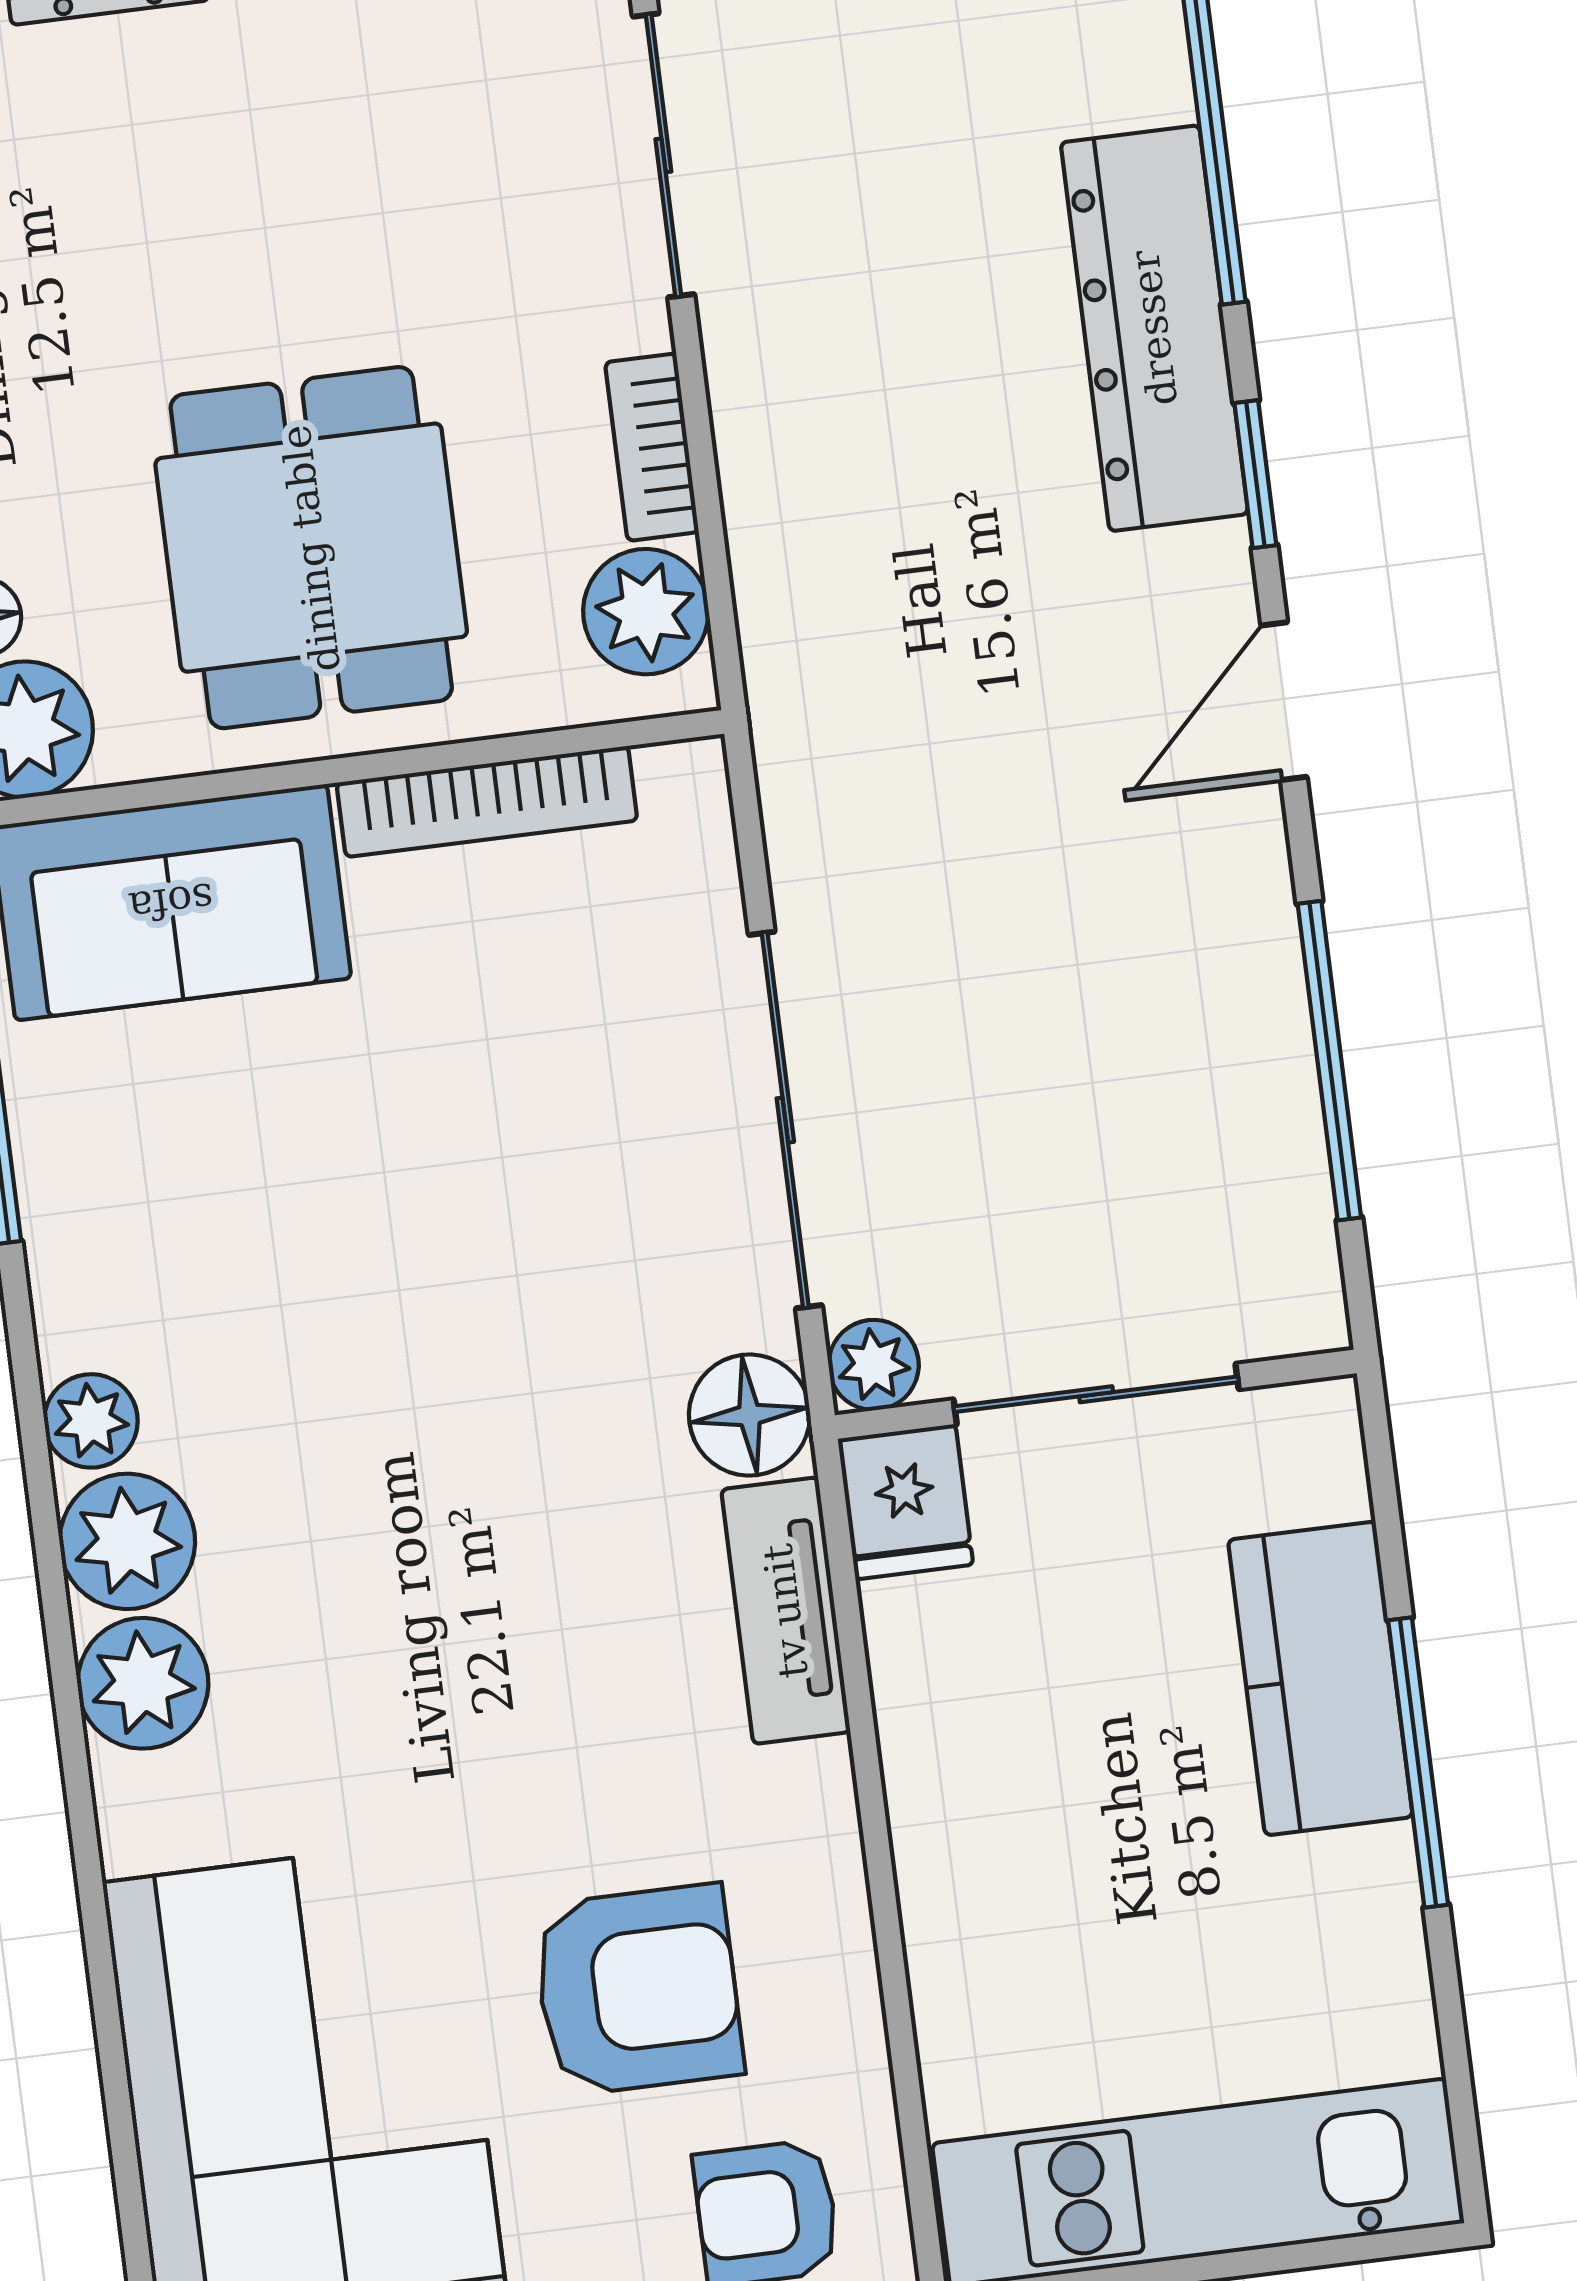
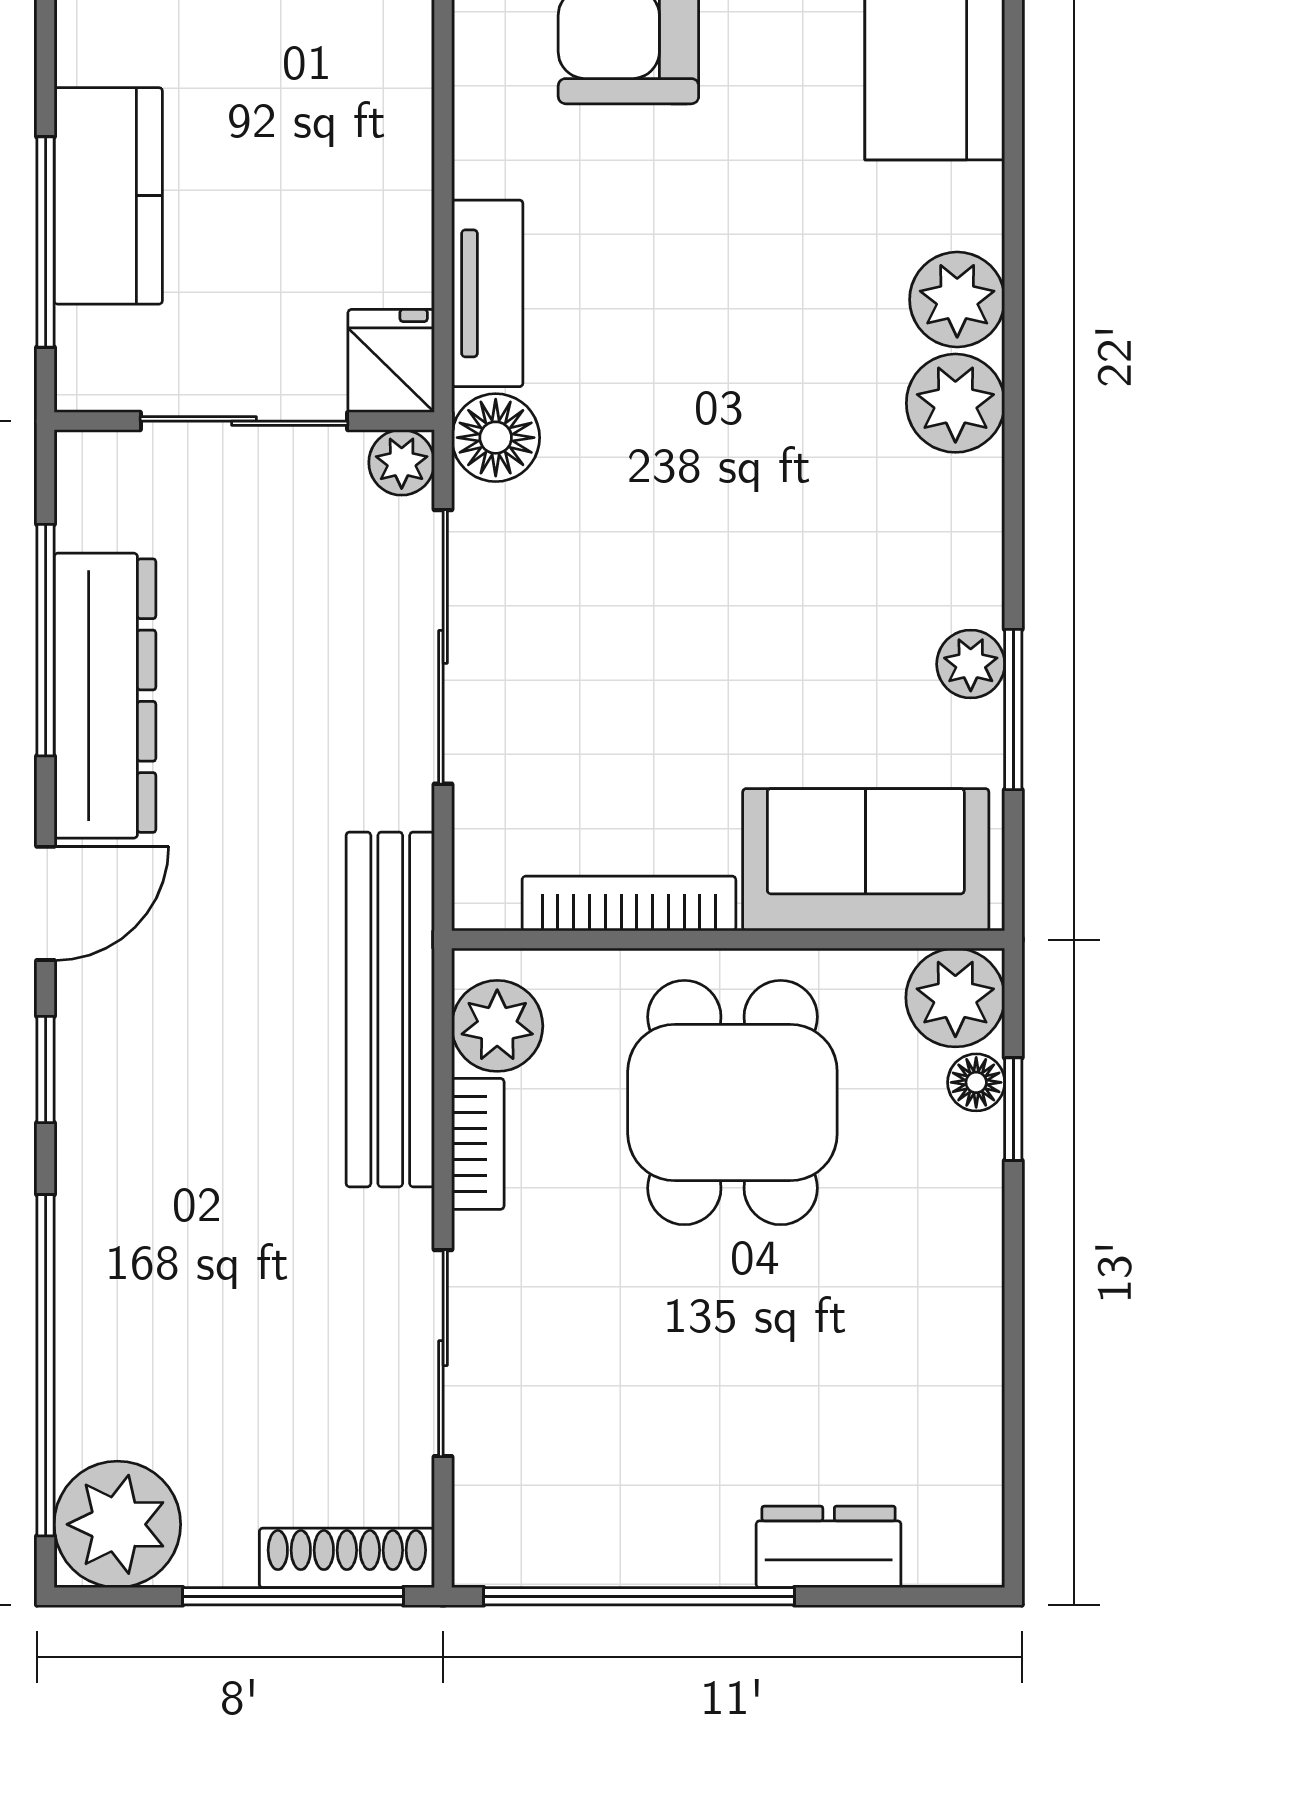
dresser: (1154, 328) -> (105, 696), moved
bench: (795, 616) -> (390, 1009), added
plant: (91, 1421) -> (971, 664), moved
window: (1418, 1763) -> (46, 242), moved

